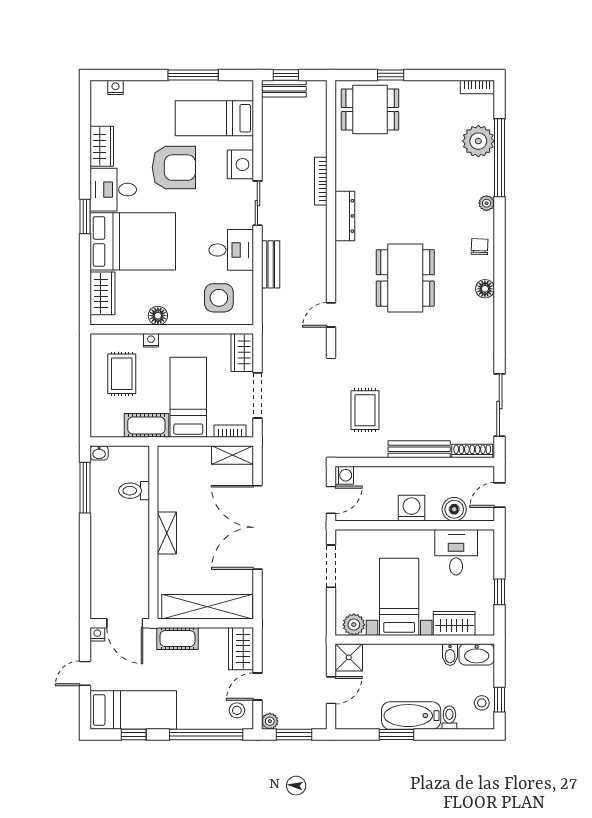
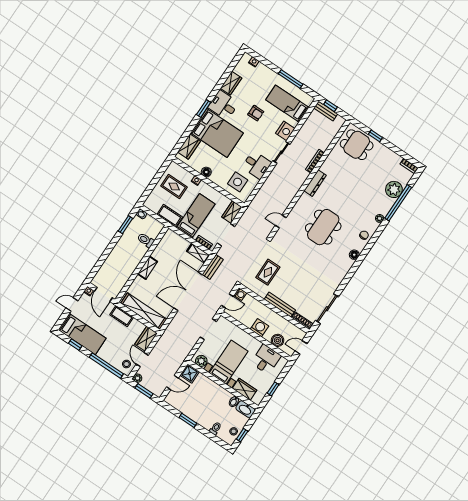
armchair: (174, 168) -> (256, 113), width x0.53, depth x0.53
bench: (271, 264) -> (213, 267), moved
rug: (122, 374) -> (174, 186), turned 90
window: (85, 488) -> (125, 225), width x0.69
door: (257, 687) -> (142, 360), hinge flipped
bathtub: (411, 716) -> (200, 416), removed

